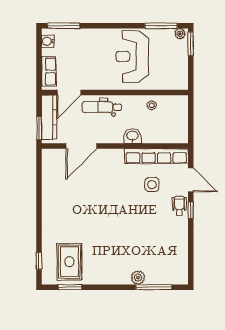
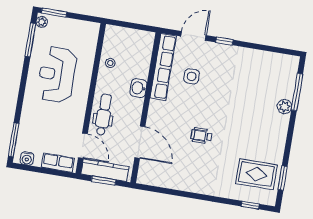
reception desk: (132, 56) -> (57, 74), turned 90
dental chair: (102, 107) -> (104, 115), turned 180
window: (39, 128) -> (104, 181), moved
wheelchair: (179, 205) -> (201, 136), moved

